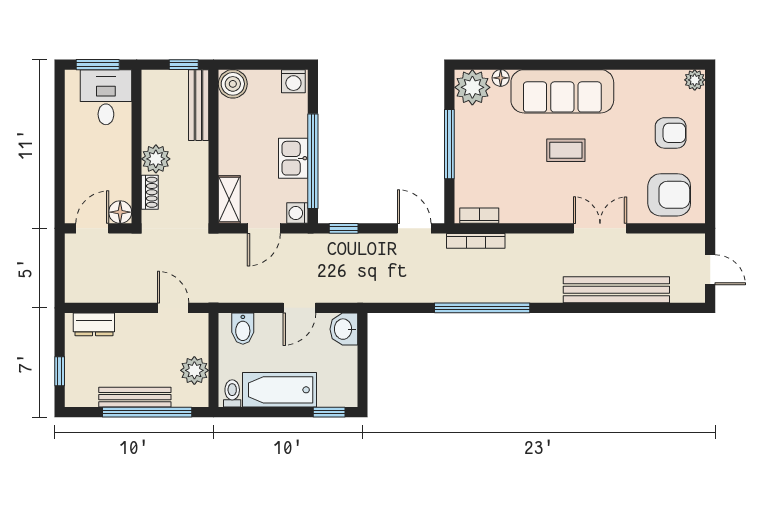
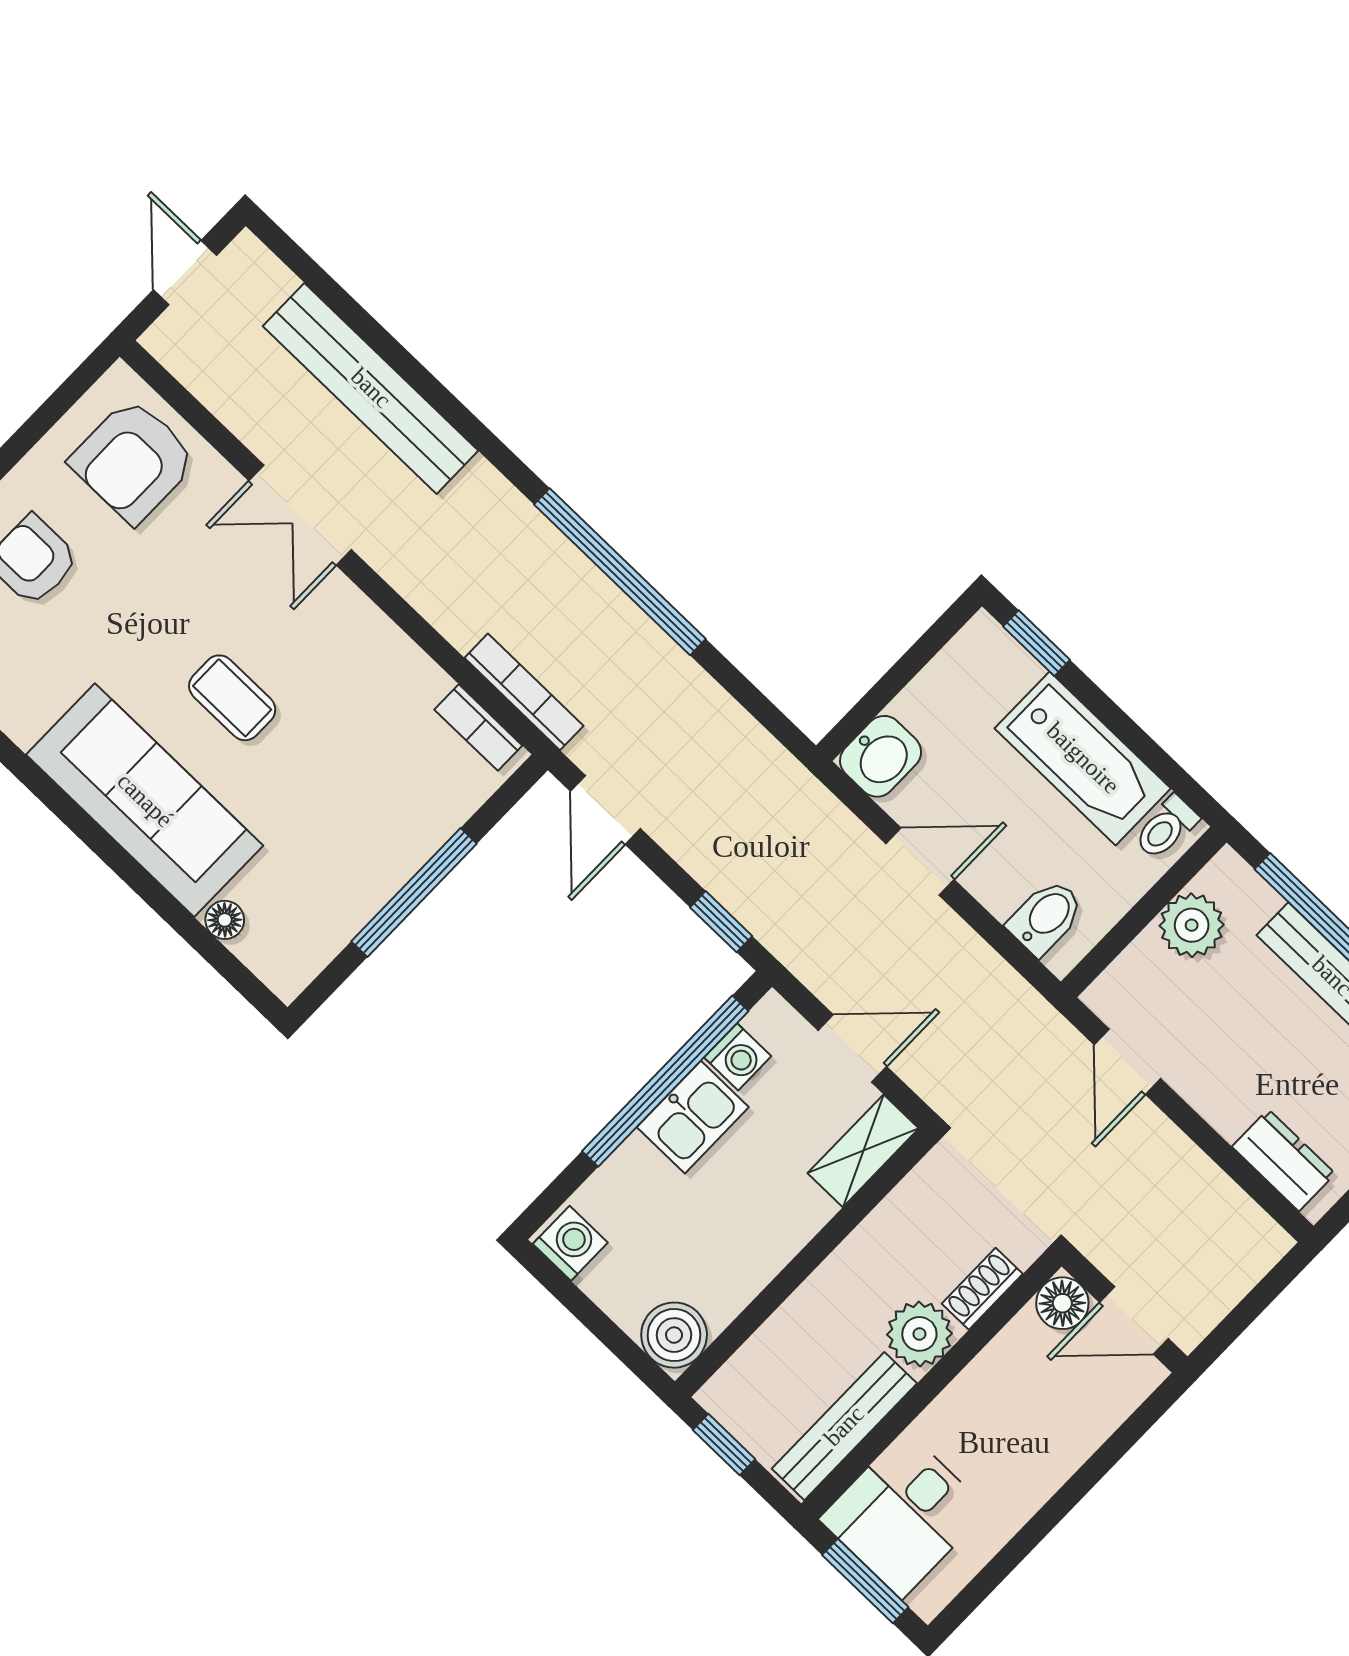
plant: (472, 87) -> (286, 949), removed
bench: (199, 105) -> (844, 1426), moved
armchair: (669, 195) -> (133, 461), turned -90
washing machine: (297, 213) -> (738, 1057), moved

